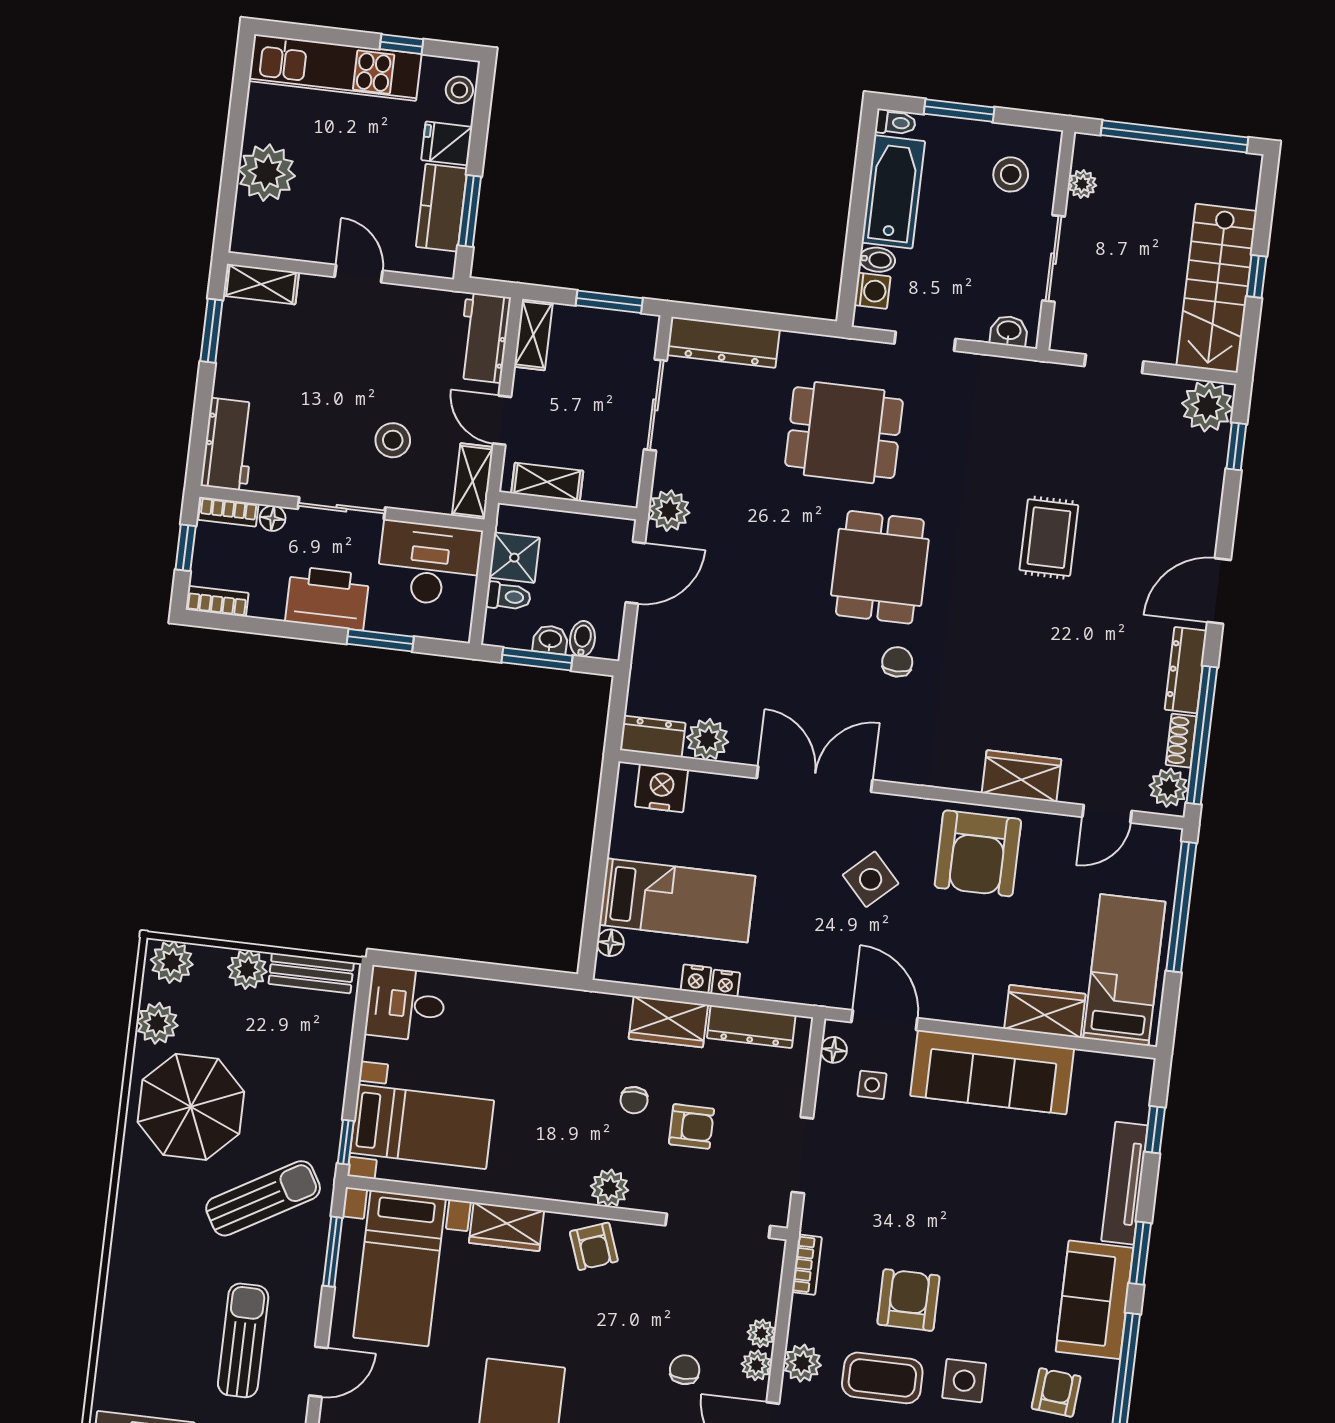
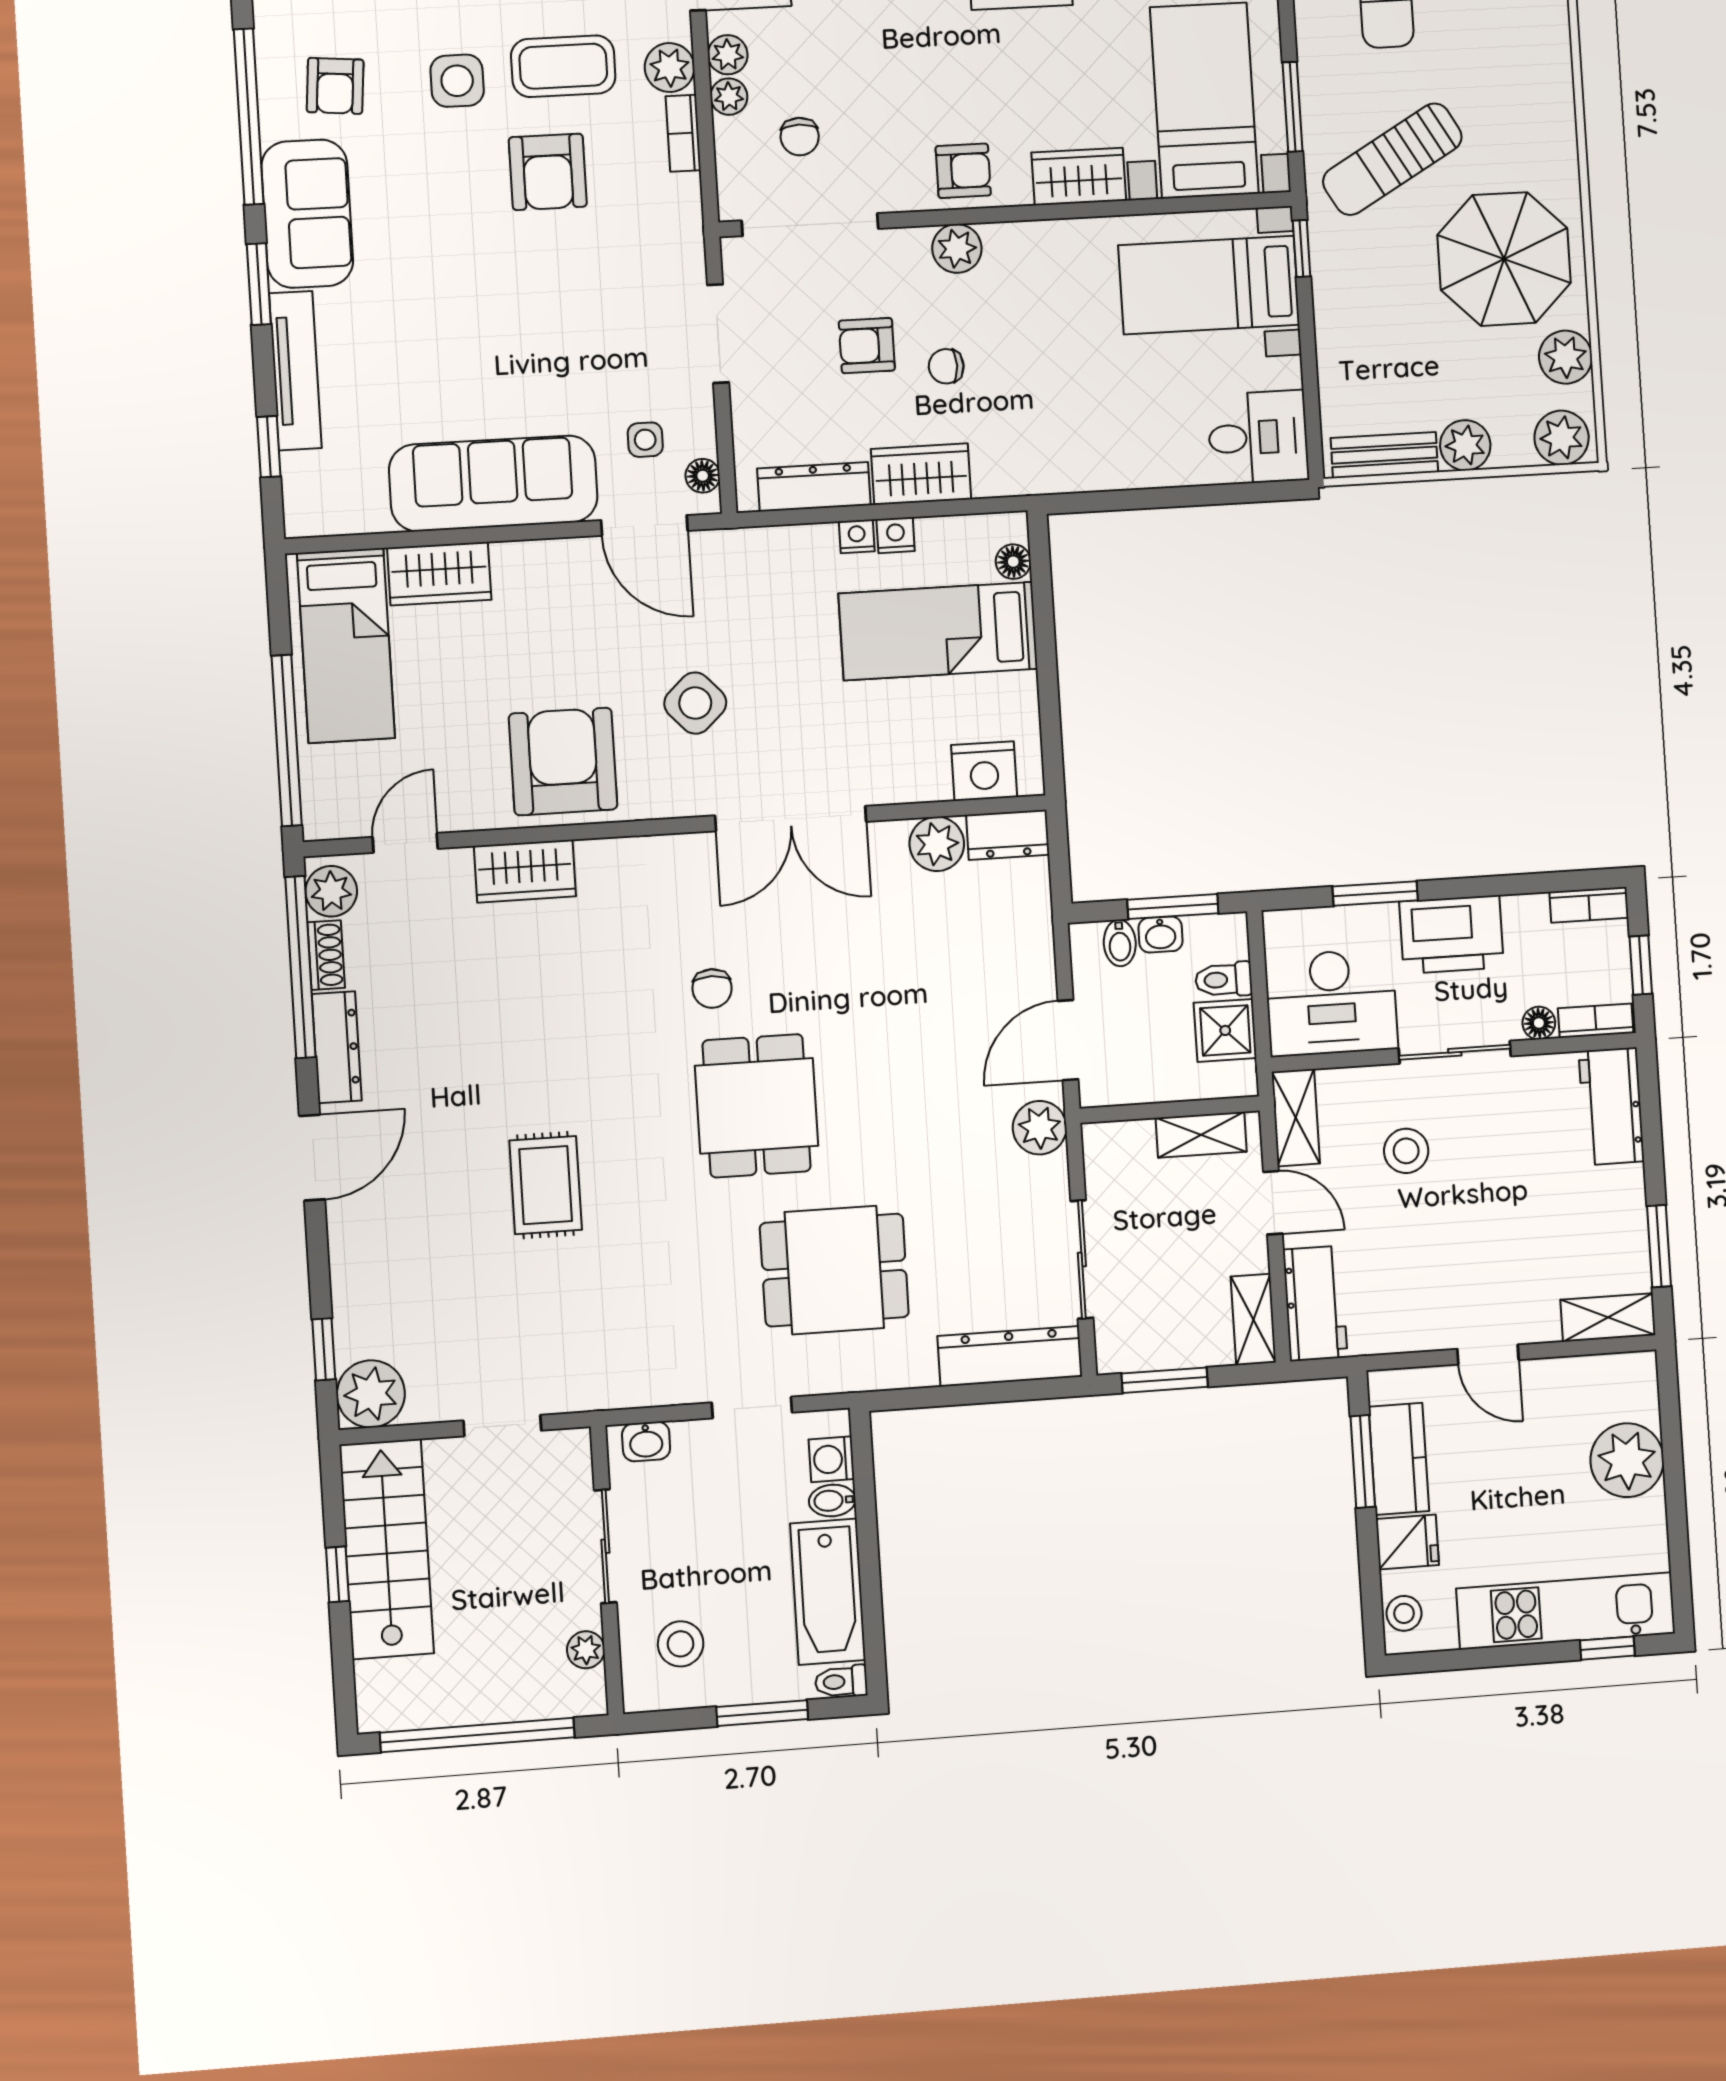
window: (402, 44) -> (1607, 1648), moved
chair: (634, 1100) -> (946, 366), turned -90
armchair: (594, 1246) -> (963, 171), turned 110
bookcase: (807, 1265) -> (683, 133), moved
chair: (685, 1370) -> (800, 137), moved

